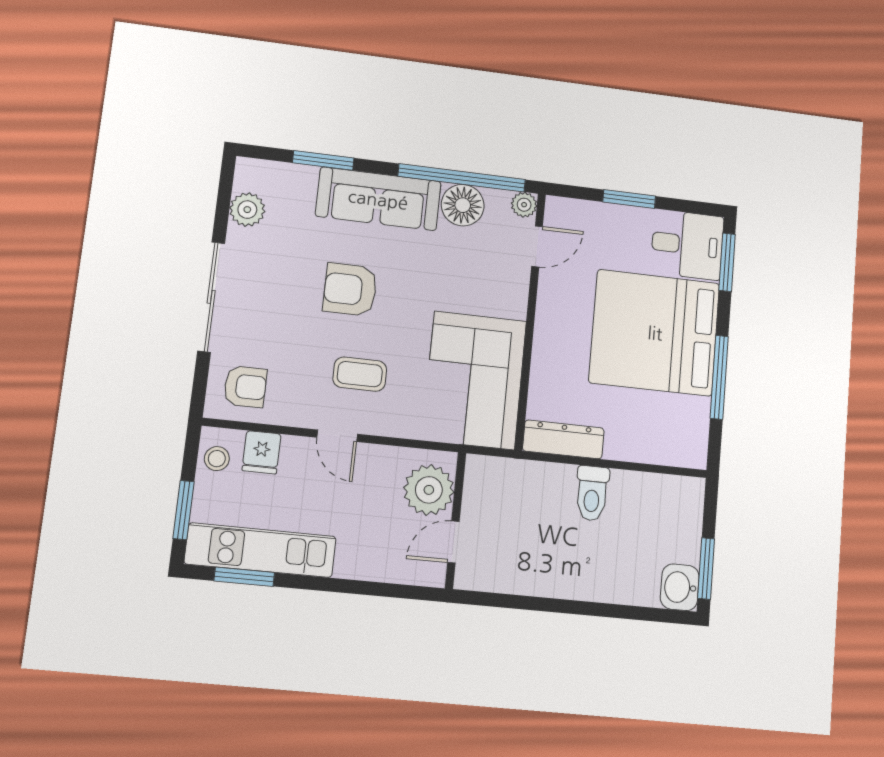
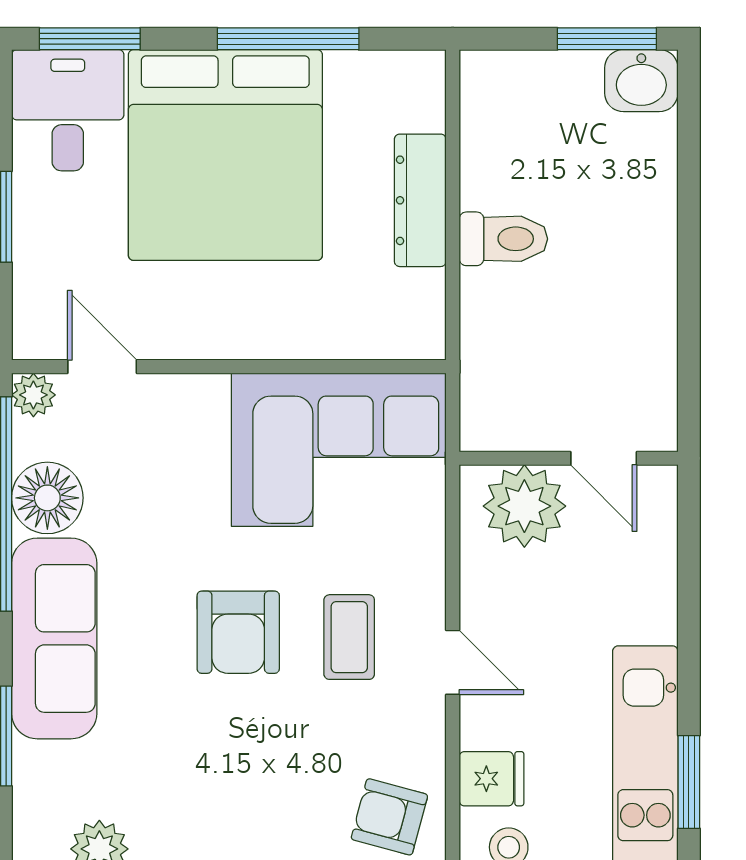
armchair: (350, 290) -> (238, 632), moved
armchair: (245, 387) -> (389, 817), turned -75
door: (337, 436) -> (453, 662), hinge flipped
dresser: (563, 439) -> (420, 200), moved

